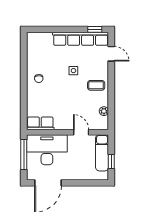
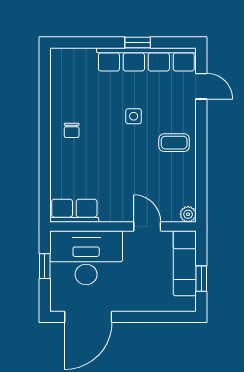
window: (95, 29) -> (138, 43), moved
plant: (104, 111) -> (188, 214), moved
window: (24, 154) -> (45, 266), width x0.46

